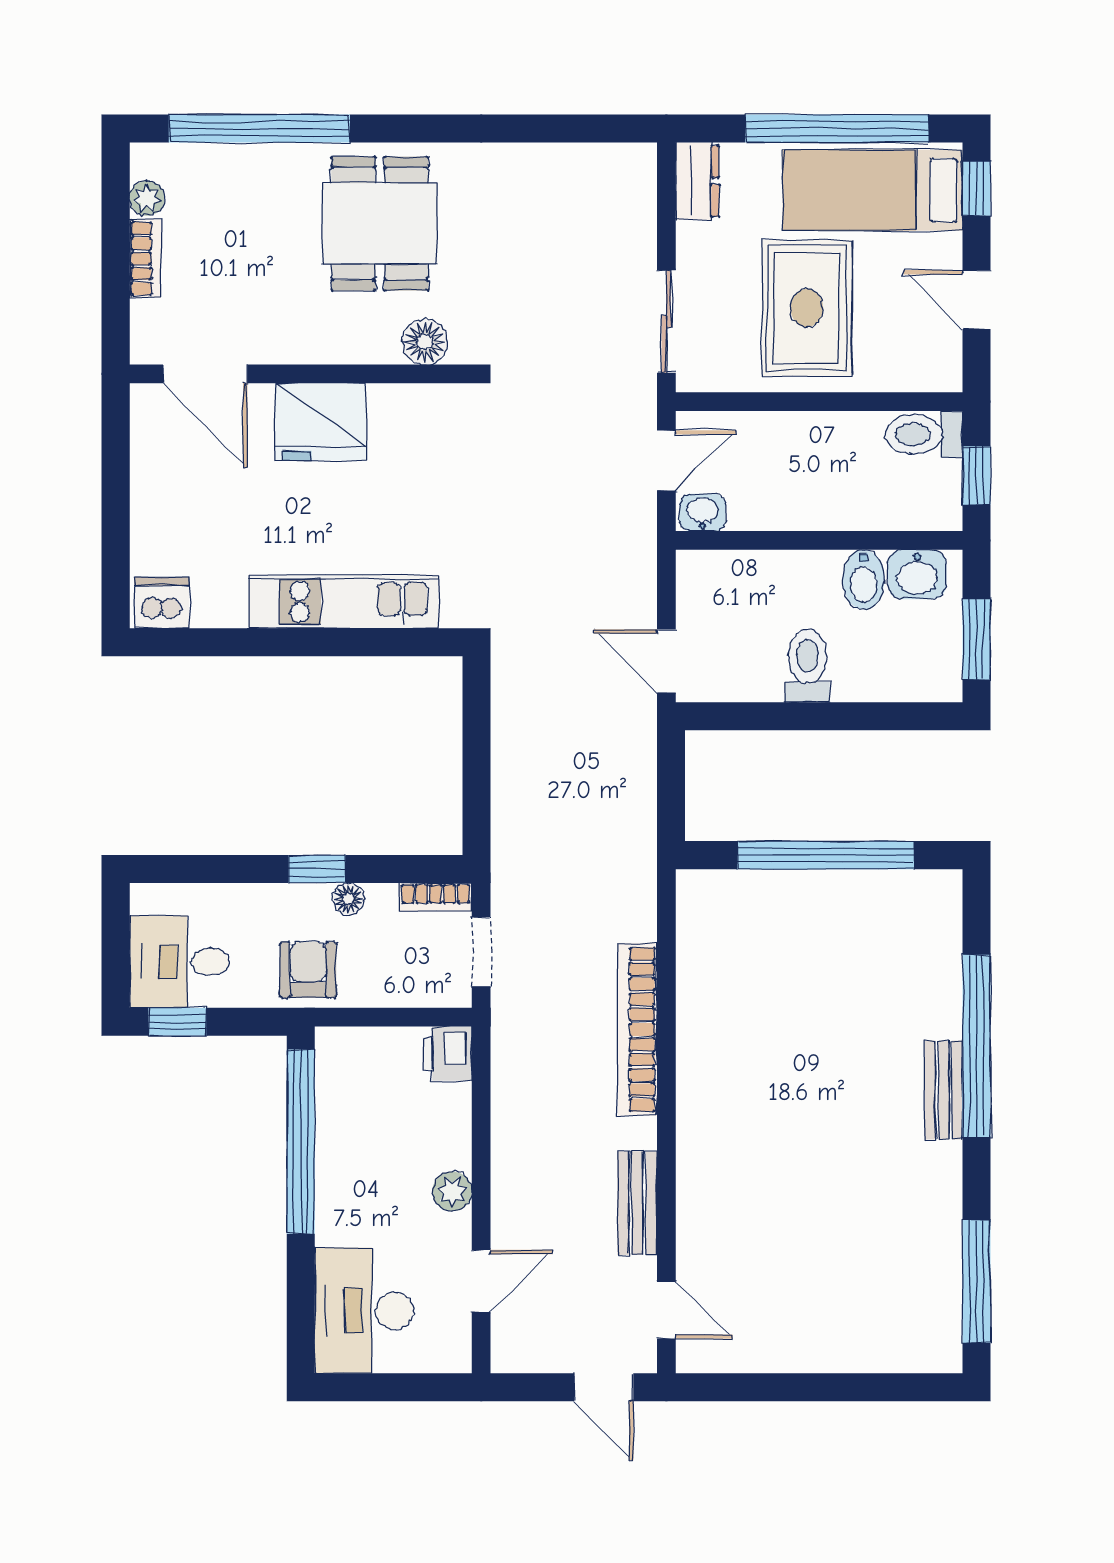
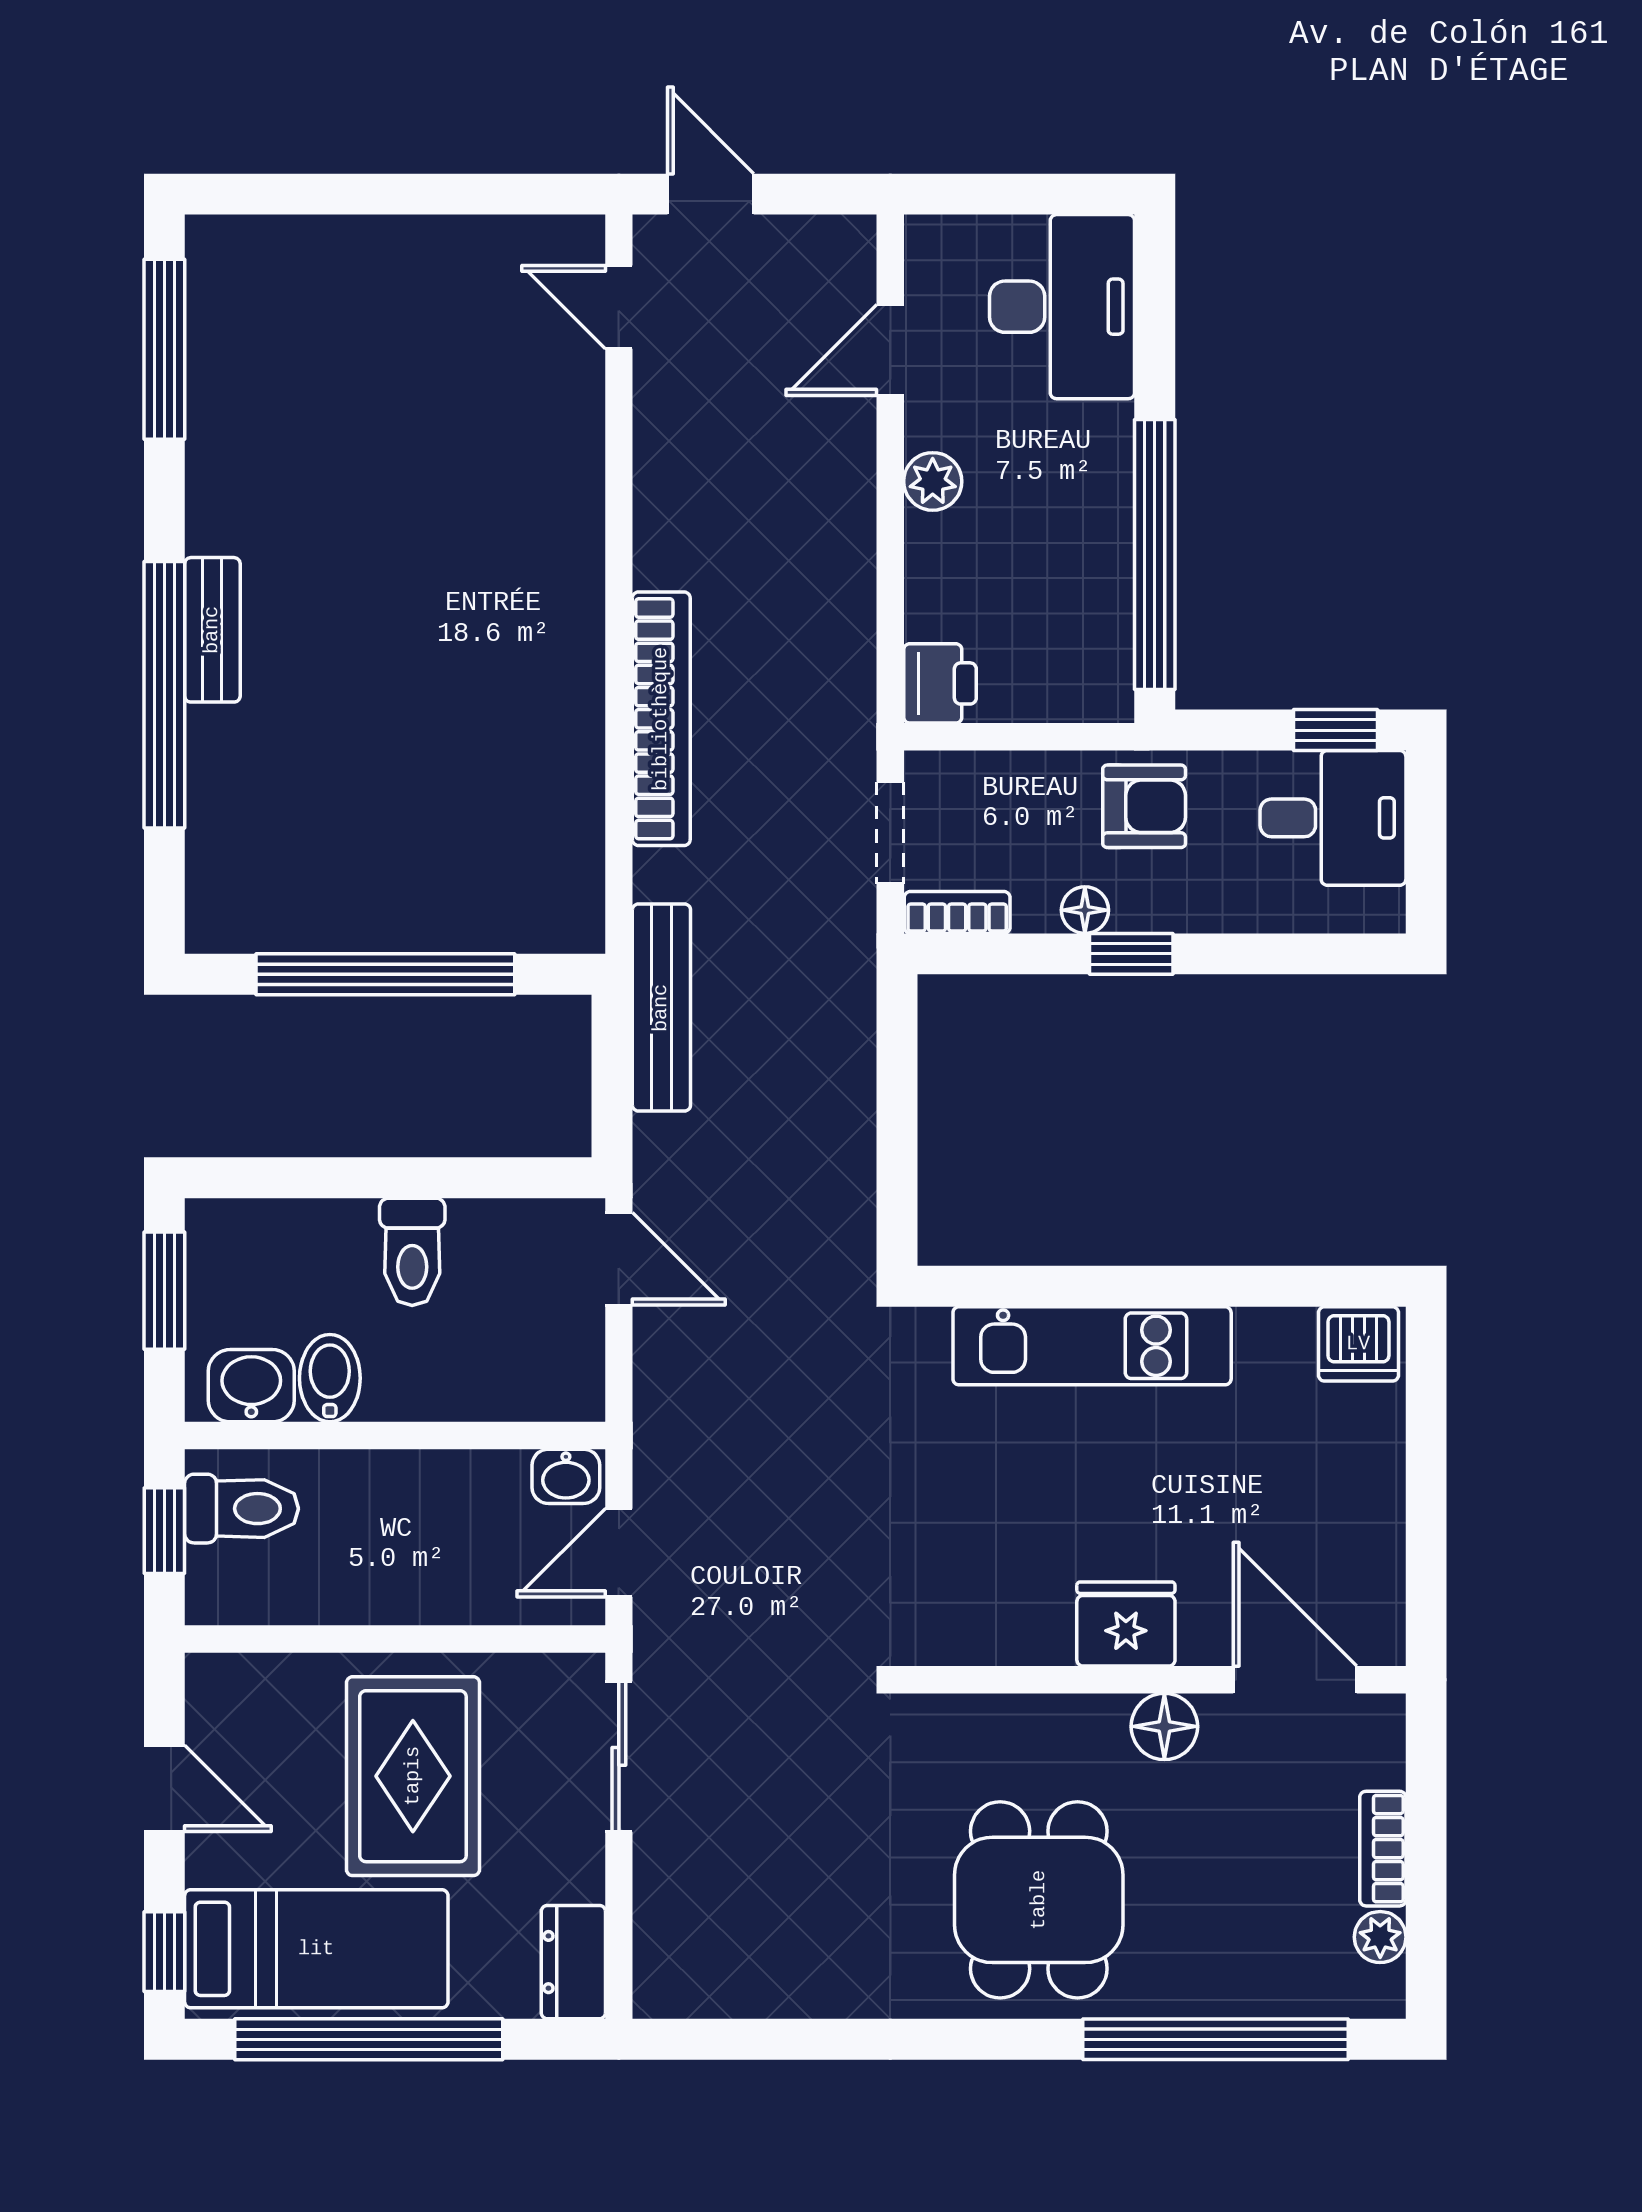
floor lamp: (425, 342) -> (1164, 1726), moved
fridge: (320, 422) -> (1126, 1624), width x0.73, depth x0.75
toilet: (924, 434) -> (242, 1509), moved
armchair: (308, 970) -> (1144, 806), turned -90
bench: (637, 1203) -> (661, 1008), moved, width x1.36

